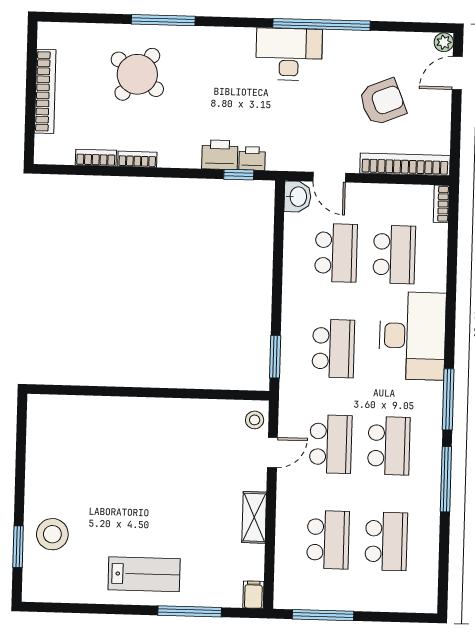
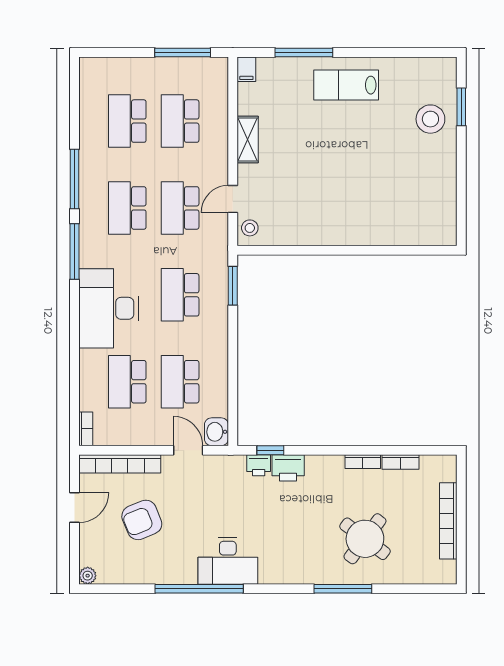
door: (457, 73) -> (75, 508), moved

